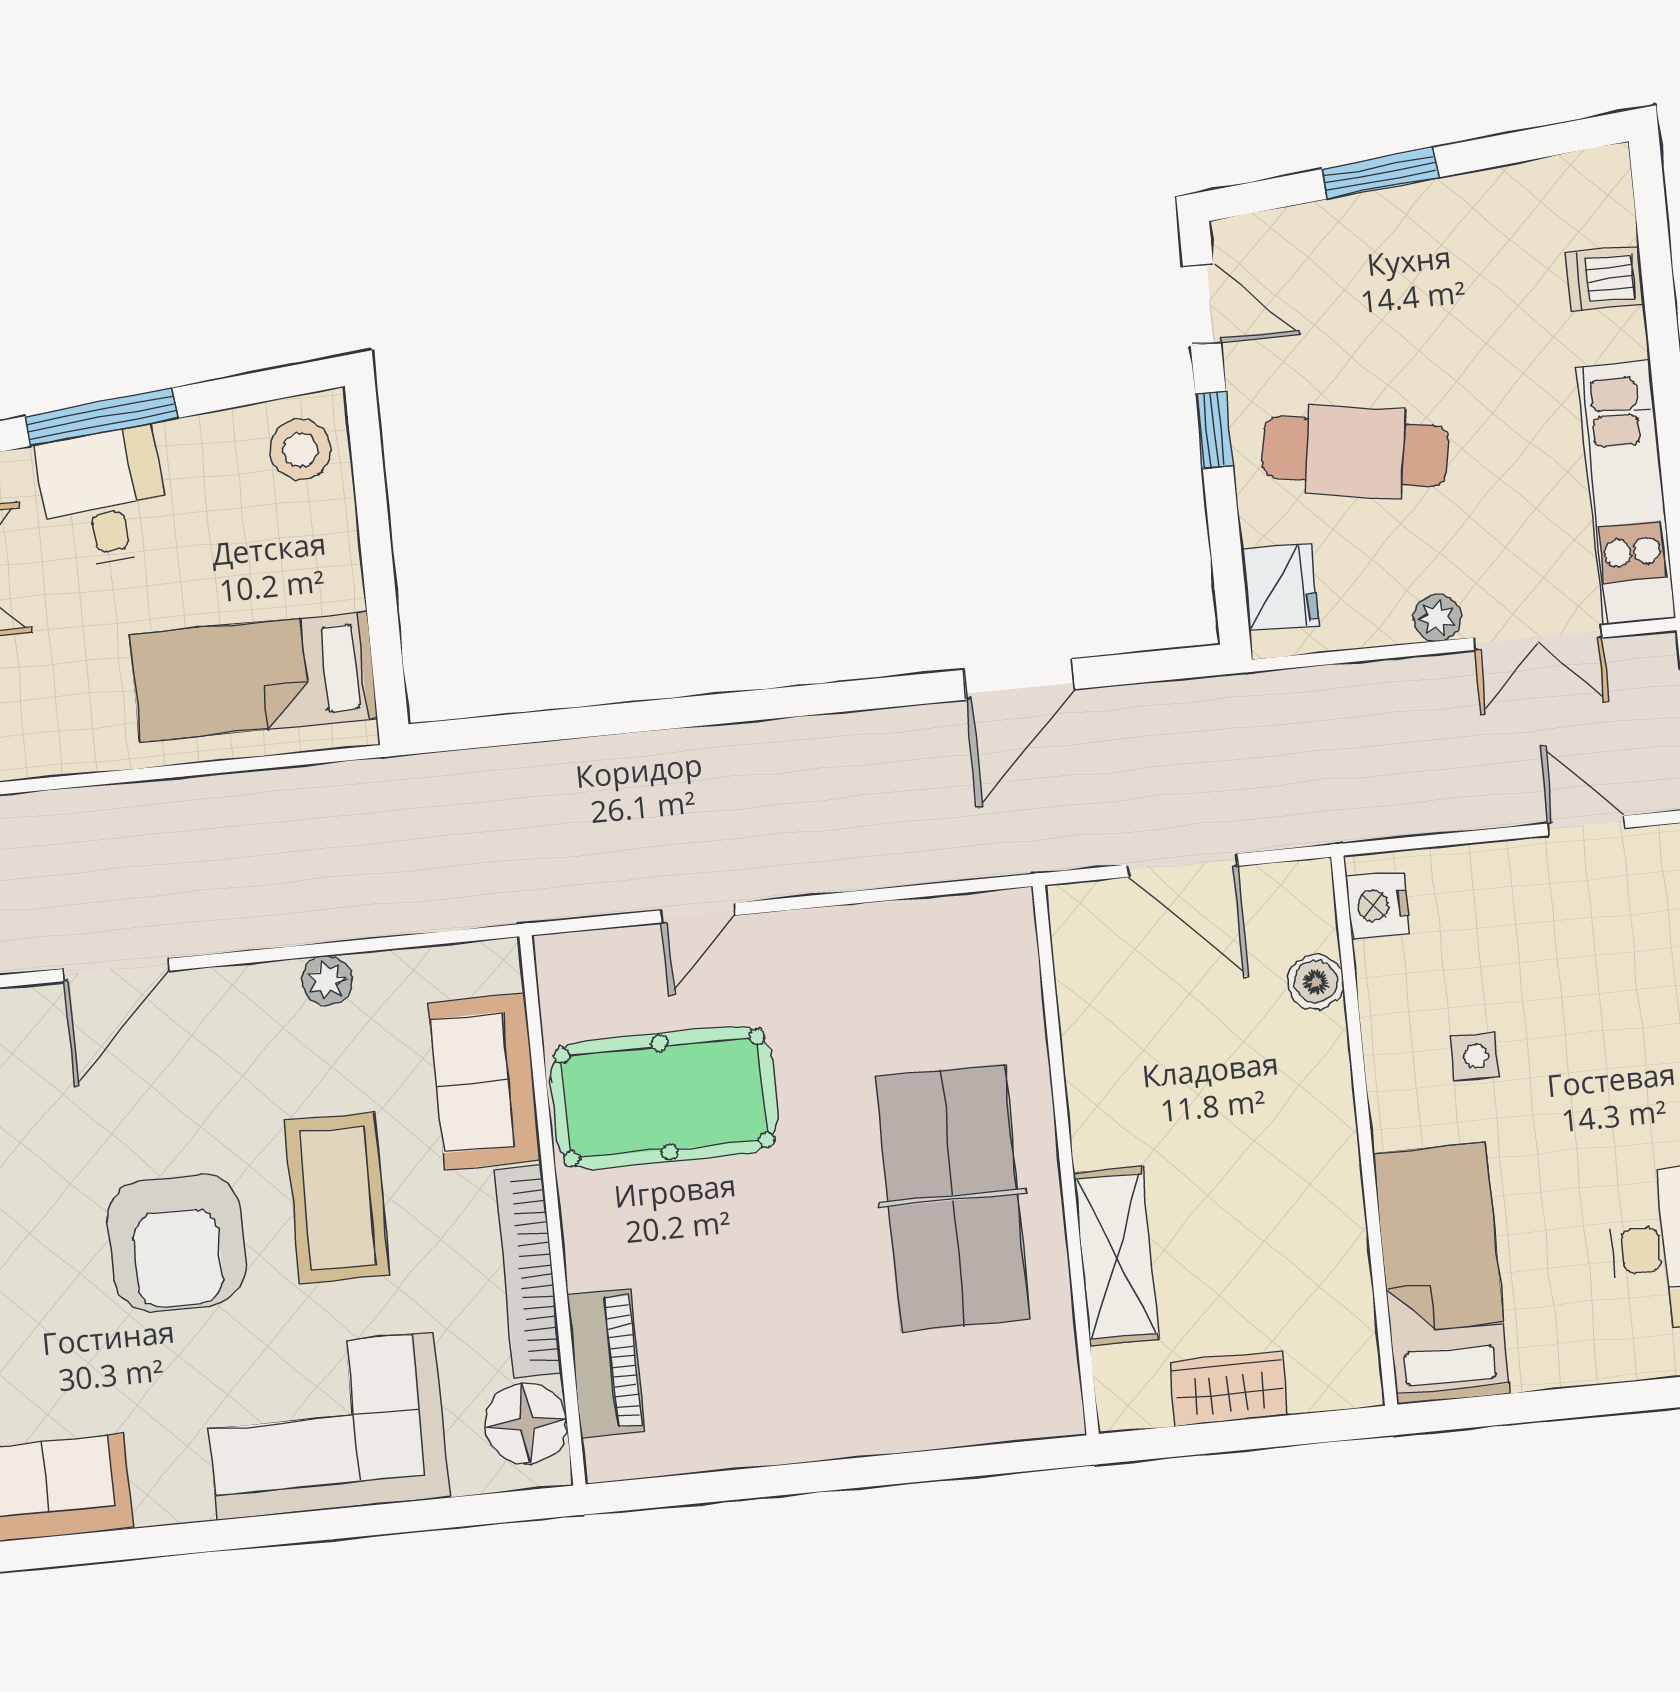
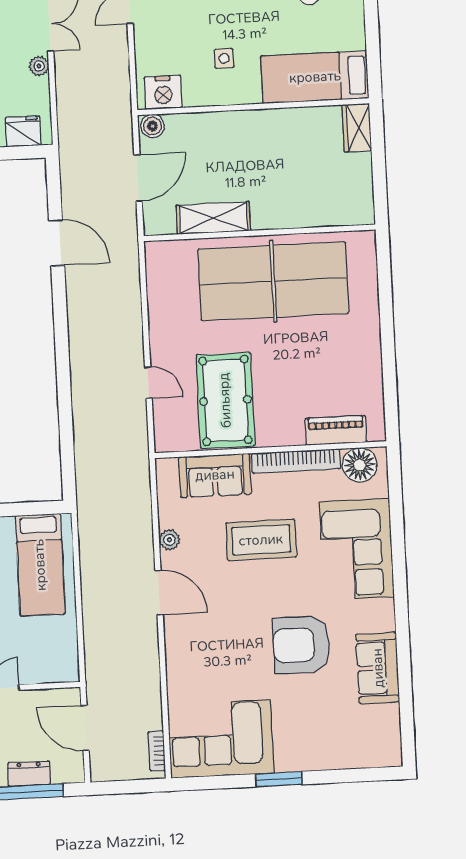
nightstand: (1378, 905) -> (163, 92), width x1.36, depth x1.33
door: (116, 970) -> (159, 593), moved
boiler: (1316, 982) -> (153, 126), moved
table tennis table: (953, 1198) -> (273, 281), width x1.36, depth x1.32
armchair: (177, 1243) -> (302, 645), moved, turned 180
shelving: (1116, 1256) -> (213, 218), moved
wardrobe: (1229, 1388) -> (357, 128), moved

